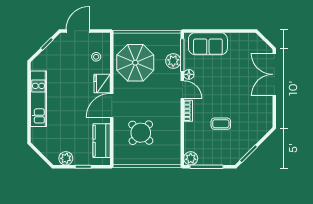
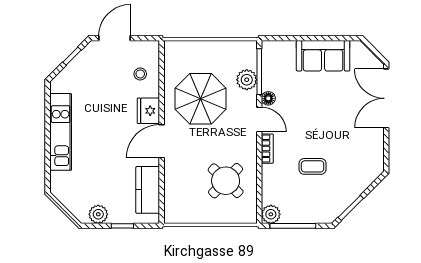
sofa: (208, 44) -> (323, 56), moved
parasol: (135, 63) -> (201, 99), moved
round table: (141, 133) -> (226, 181), moved

